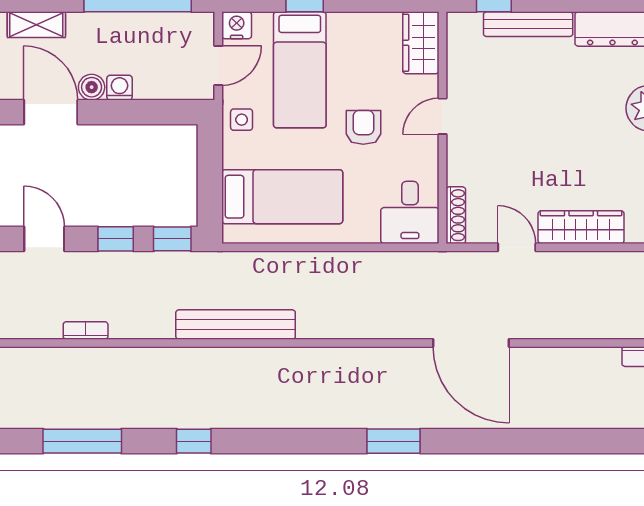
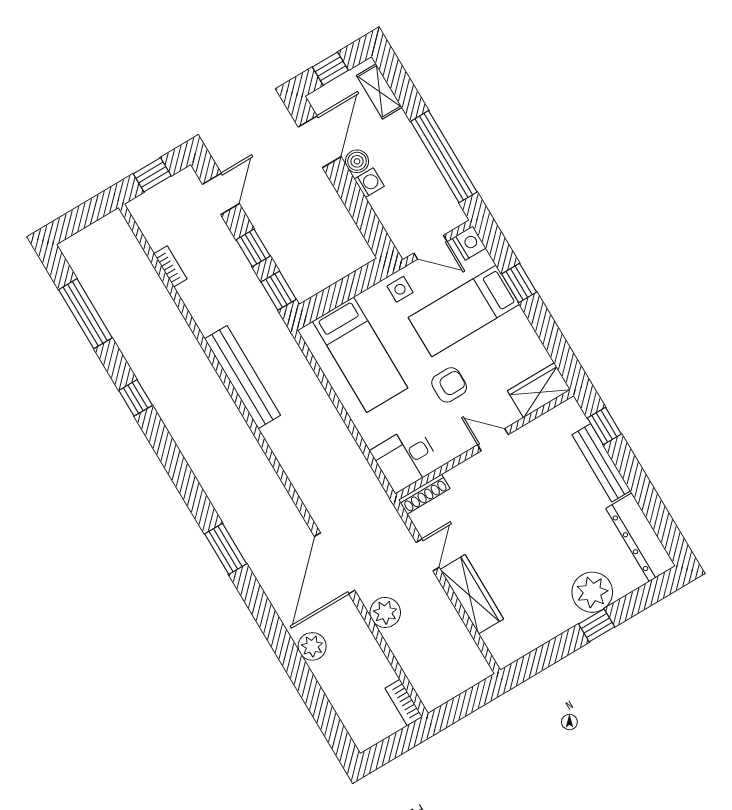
plant: (549, 322) -> (385, 612), added
plant: (539, 413) -> (312, 646), added

